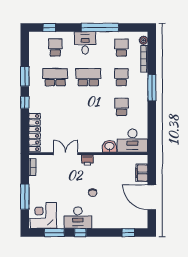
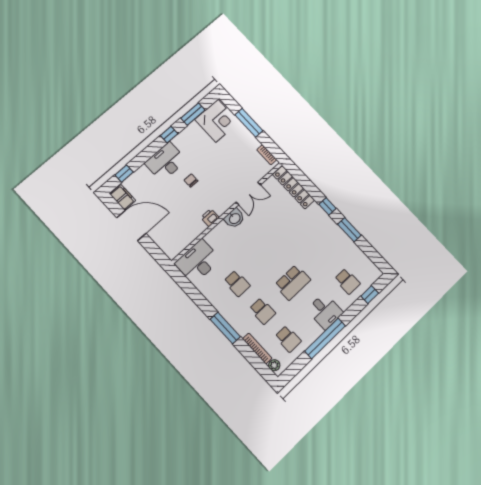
school desk: (55, 77) -> (322, 254), removed
washbasin: (110, 146) -> (234, 218), moved
printer: (87, 160) -> (210, 218), moved
filing cabinet: (142, 173) -> (123, 197), moved
desk: (78, 218) -> (166, 162), moved

